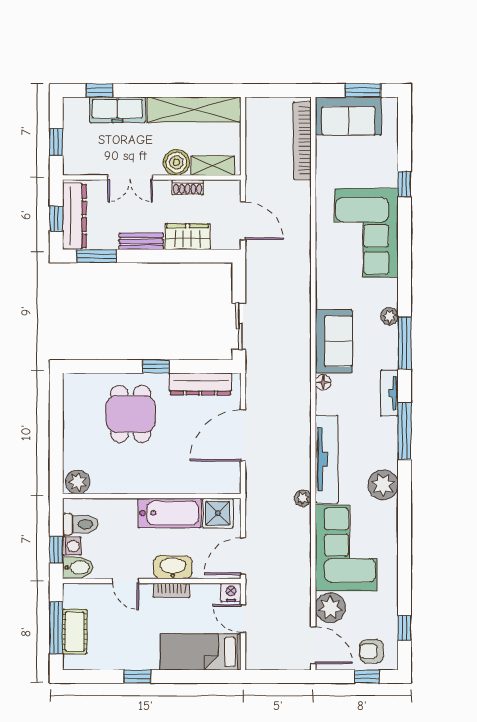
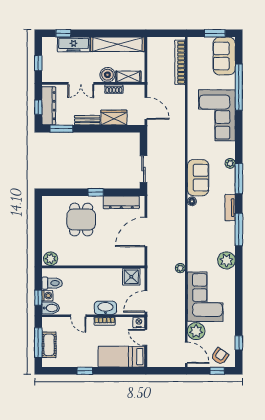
sofa: (348, 116) -> (224, 56), moved, turned 90
window: (405, 184) -> (239, 87), width x3.17
tv unit: (327, 459) -> (194, 246), removed
bathtub: (170, 513) -> (104, 277), removed
armchair: (372, 651) -> (220, 356), turned 125

